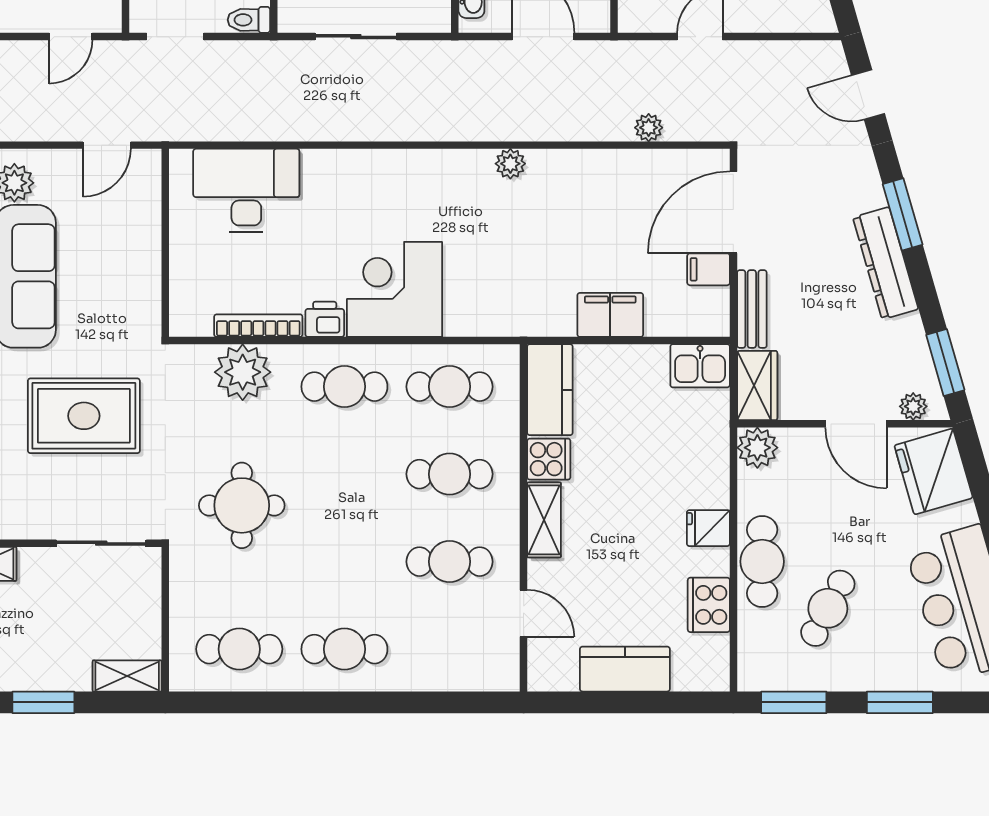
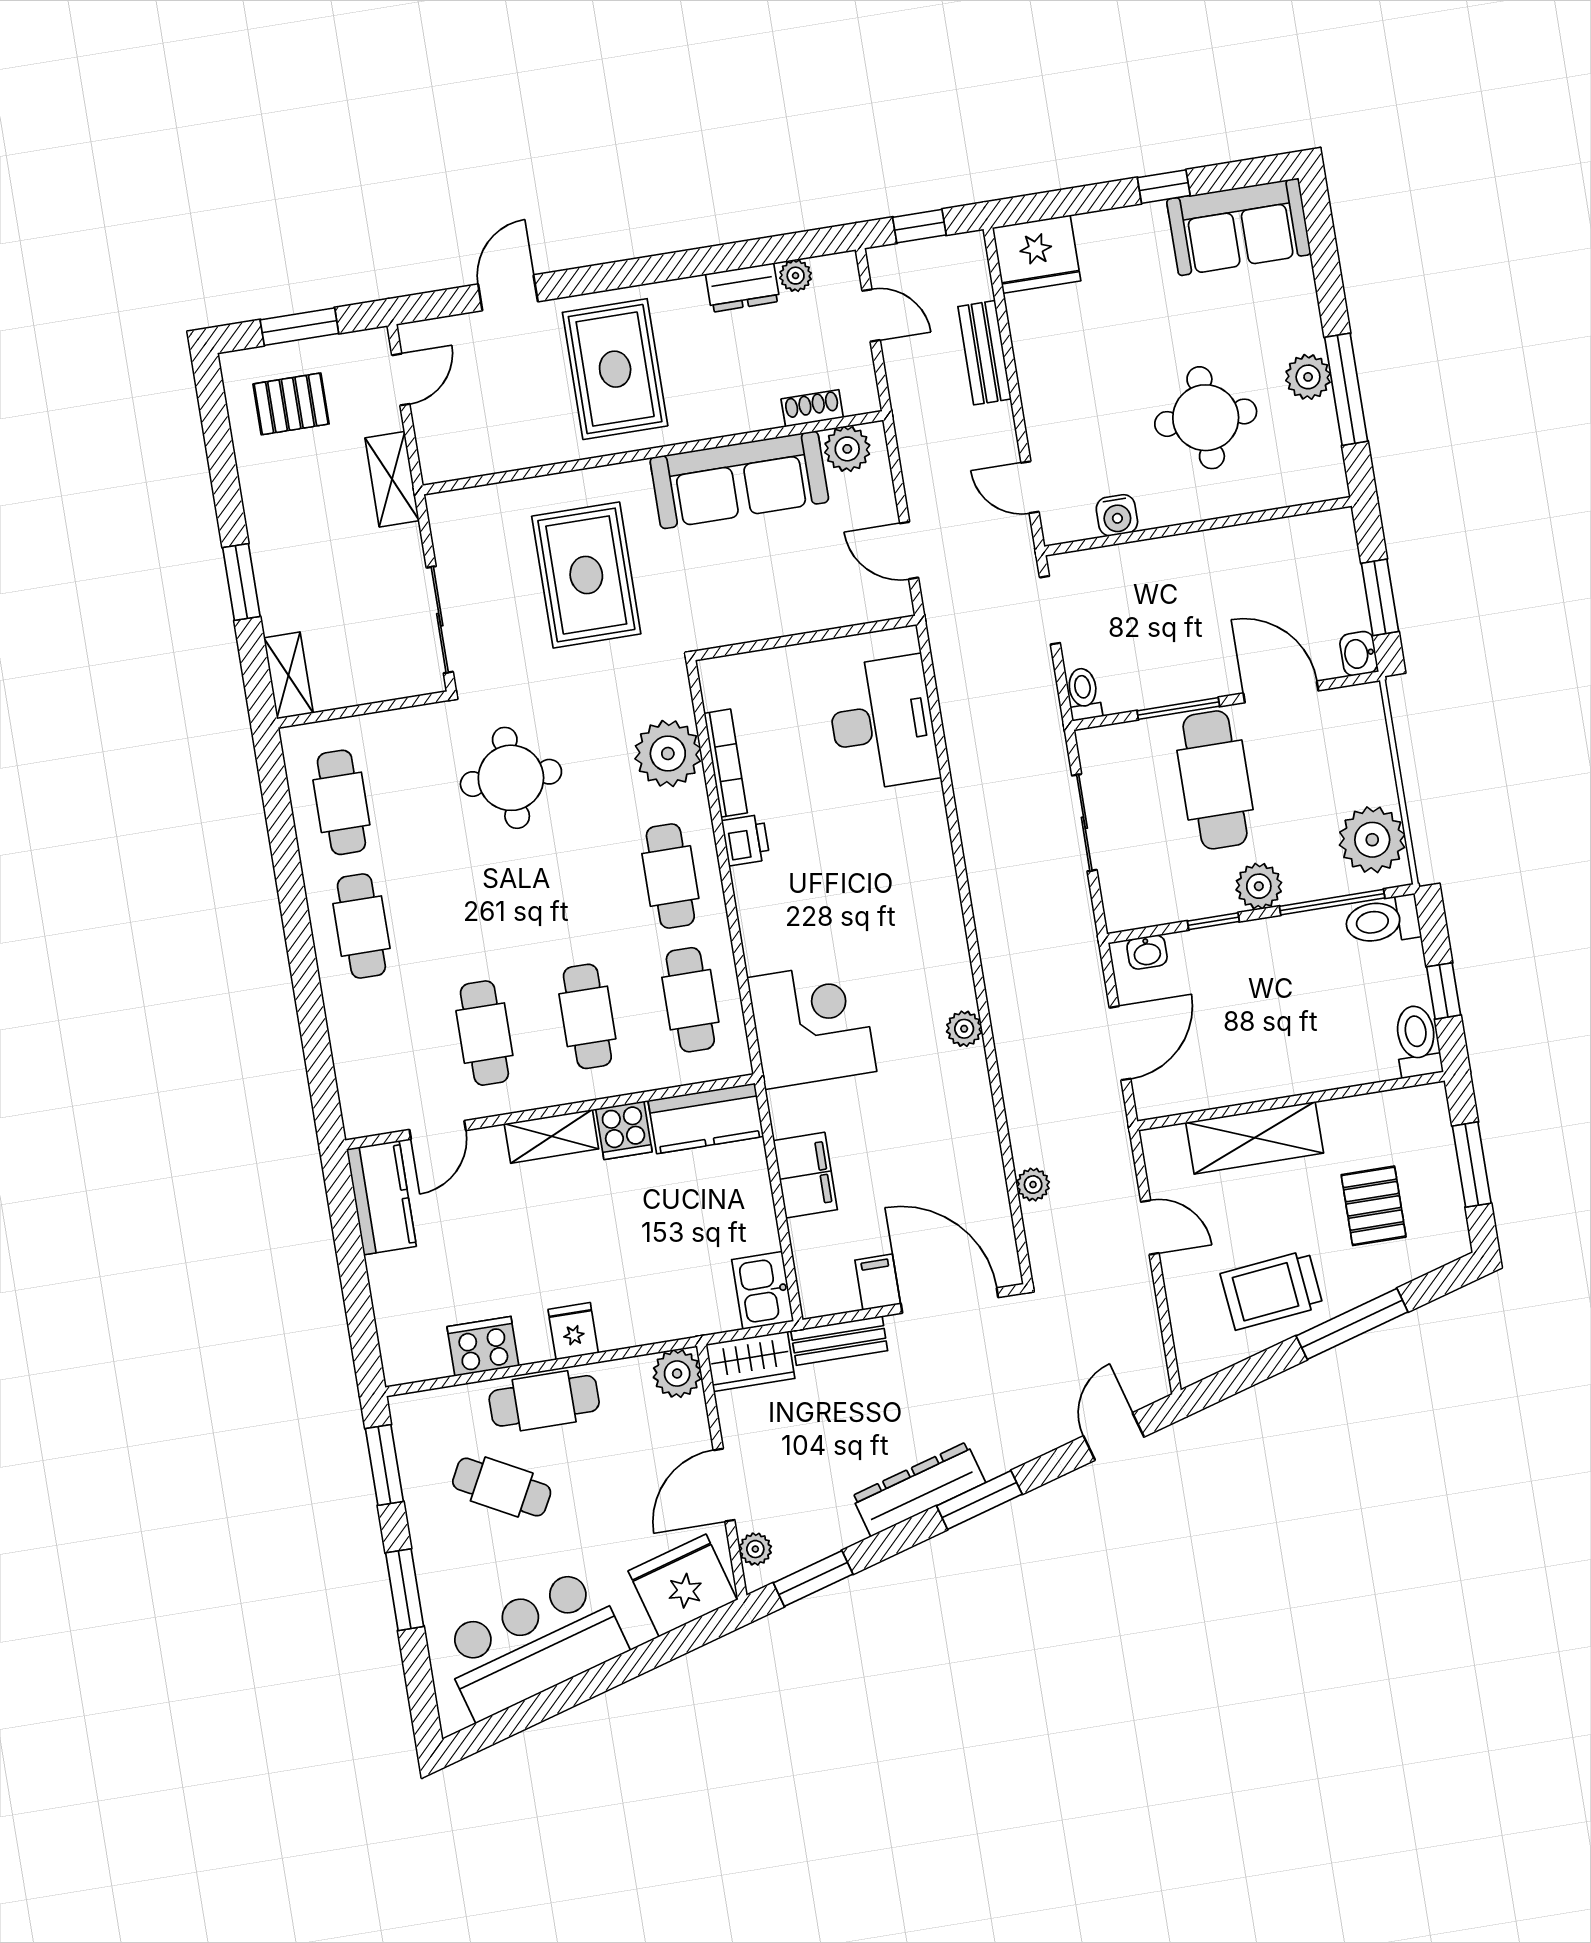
corner desk: (395, 289) -> (812, 1025), moved
kitchen counter: (625, 669) -> (381, 1198), moved

